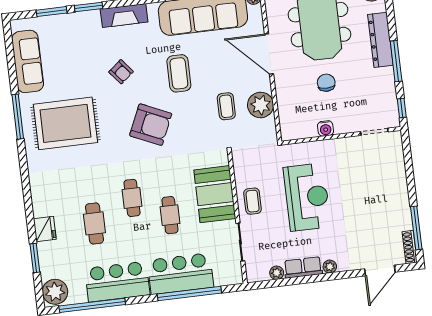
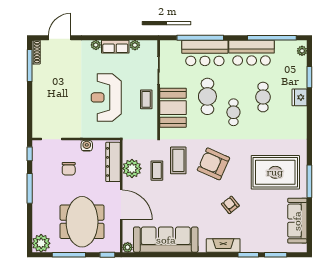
dresser: (380, 40) -> (113, 162), moved, turned 180
coffee table: (179, 73) -> (178, 160), moved
chair: (326, 83) -> (69, 169), moved
cafe table: (170, 215) -> (207, 96), width x1.37, depth x1.35
plant: (55, 292) -> (302, 51), width x0.53, depth x0.53

